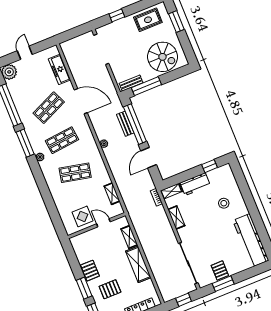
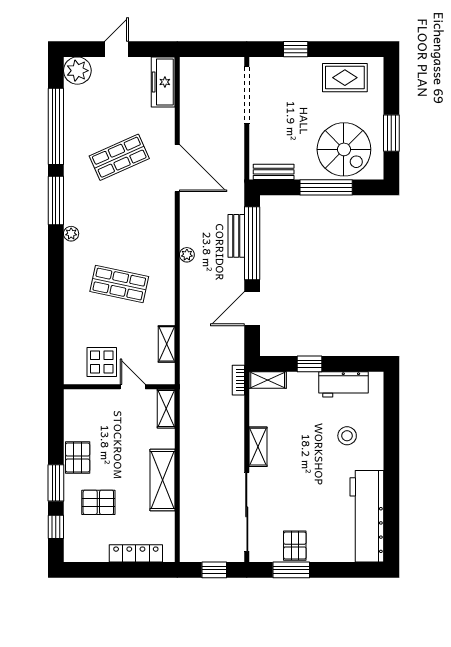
window: (176, 22) -> (391, 133), moved
freezer: (59, 69) -> (163, 82), moved
window: (146, 86) -> (326, 187), moved
shop shelf: (62, 140) -> (119, 221), removed
window: (210, 166) -> (309, 364), moved
workbench: (195, 184) -> (344, 384), moved
shelving: (176, 218) -> (258, 447), moved
shelving: (129, 237) -> (166, 409), moved

